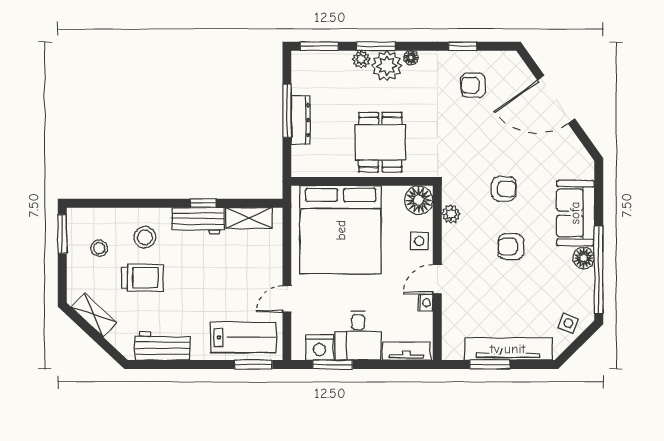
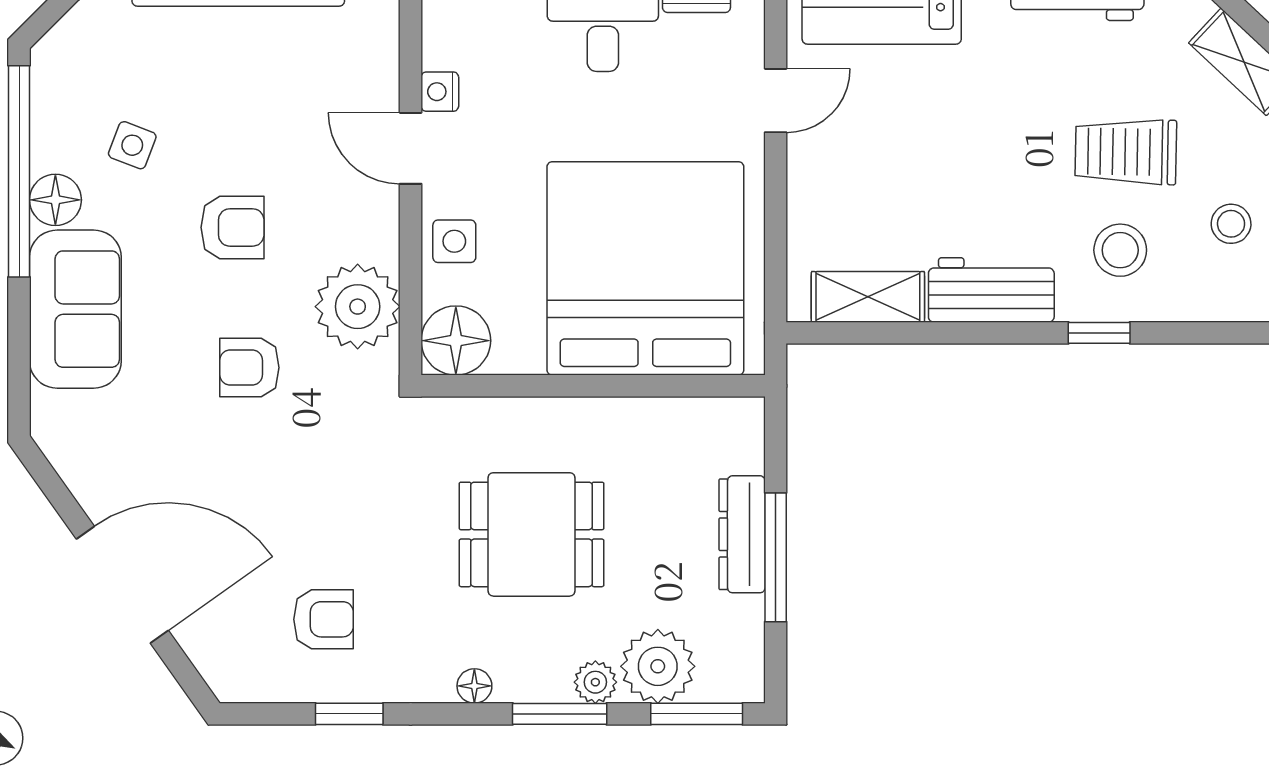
plant: (387, 66) -> (658, 666), moved
dining table: (380, 142) -> (532, 534), moved, turned 90
window: (203, 203) -> (1099, 333), moved
plant: (451, 214) -> (358, 307), width x1.88, depth x1.88
door: (437, 279) -> (411, 148), swing flipped
side table: (568, 323) -> (132, 145), moved

